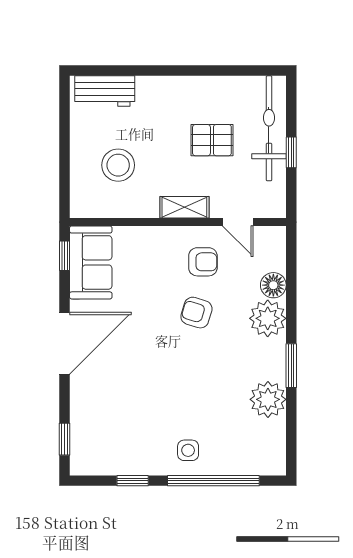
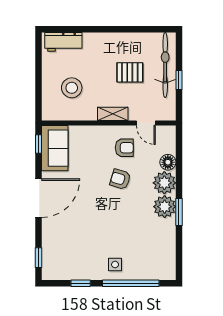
plant: (268, 399) -> (165, 207), moved

